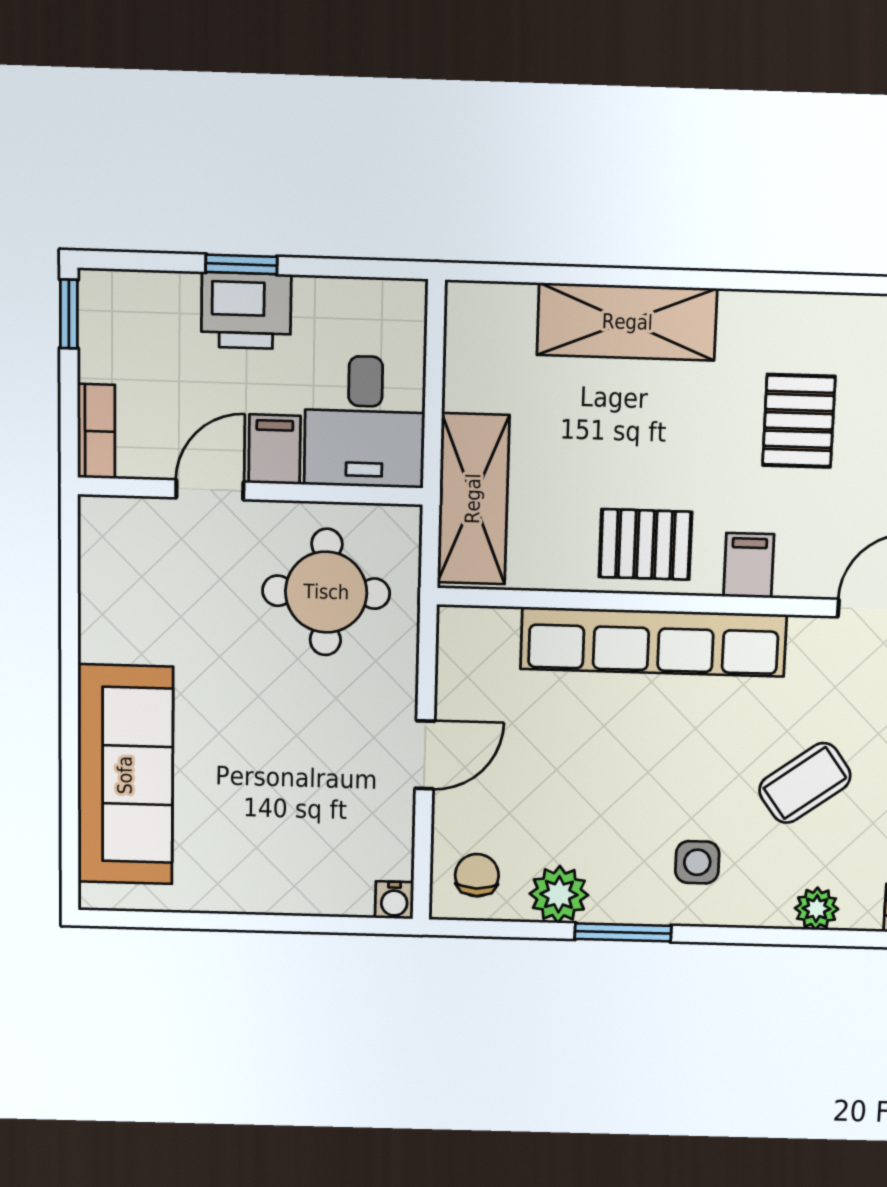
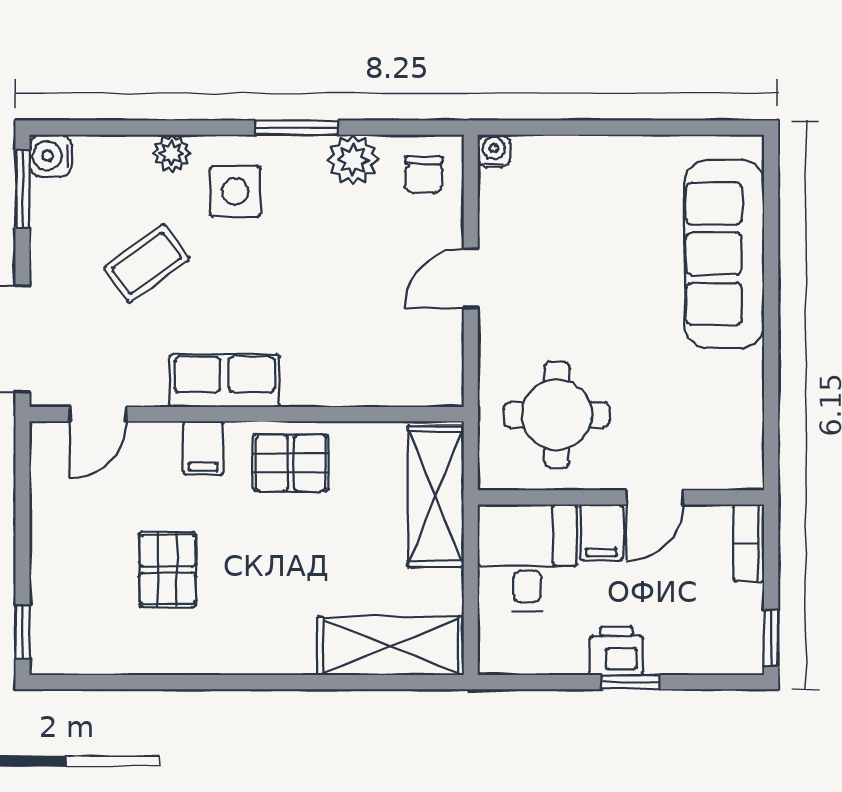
printer: (246, 311) -> (616, 651), width x0.73, depth x0.81
shelving: (627, 322) -> (391, 646), moved
row of seats: (653, 642) -> (224, 381), width x0.50
side table: (697, 862) -> (235, 191), width x1.37, depth x1.37
plant: (817, 909) -> (172, 153), moved

